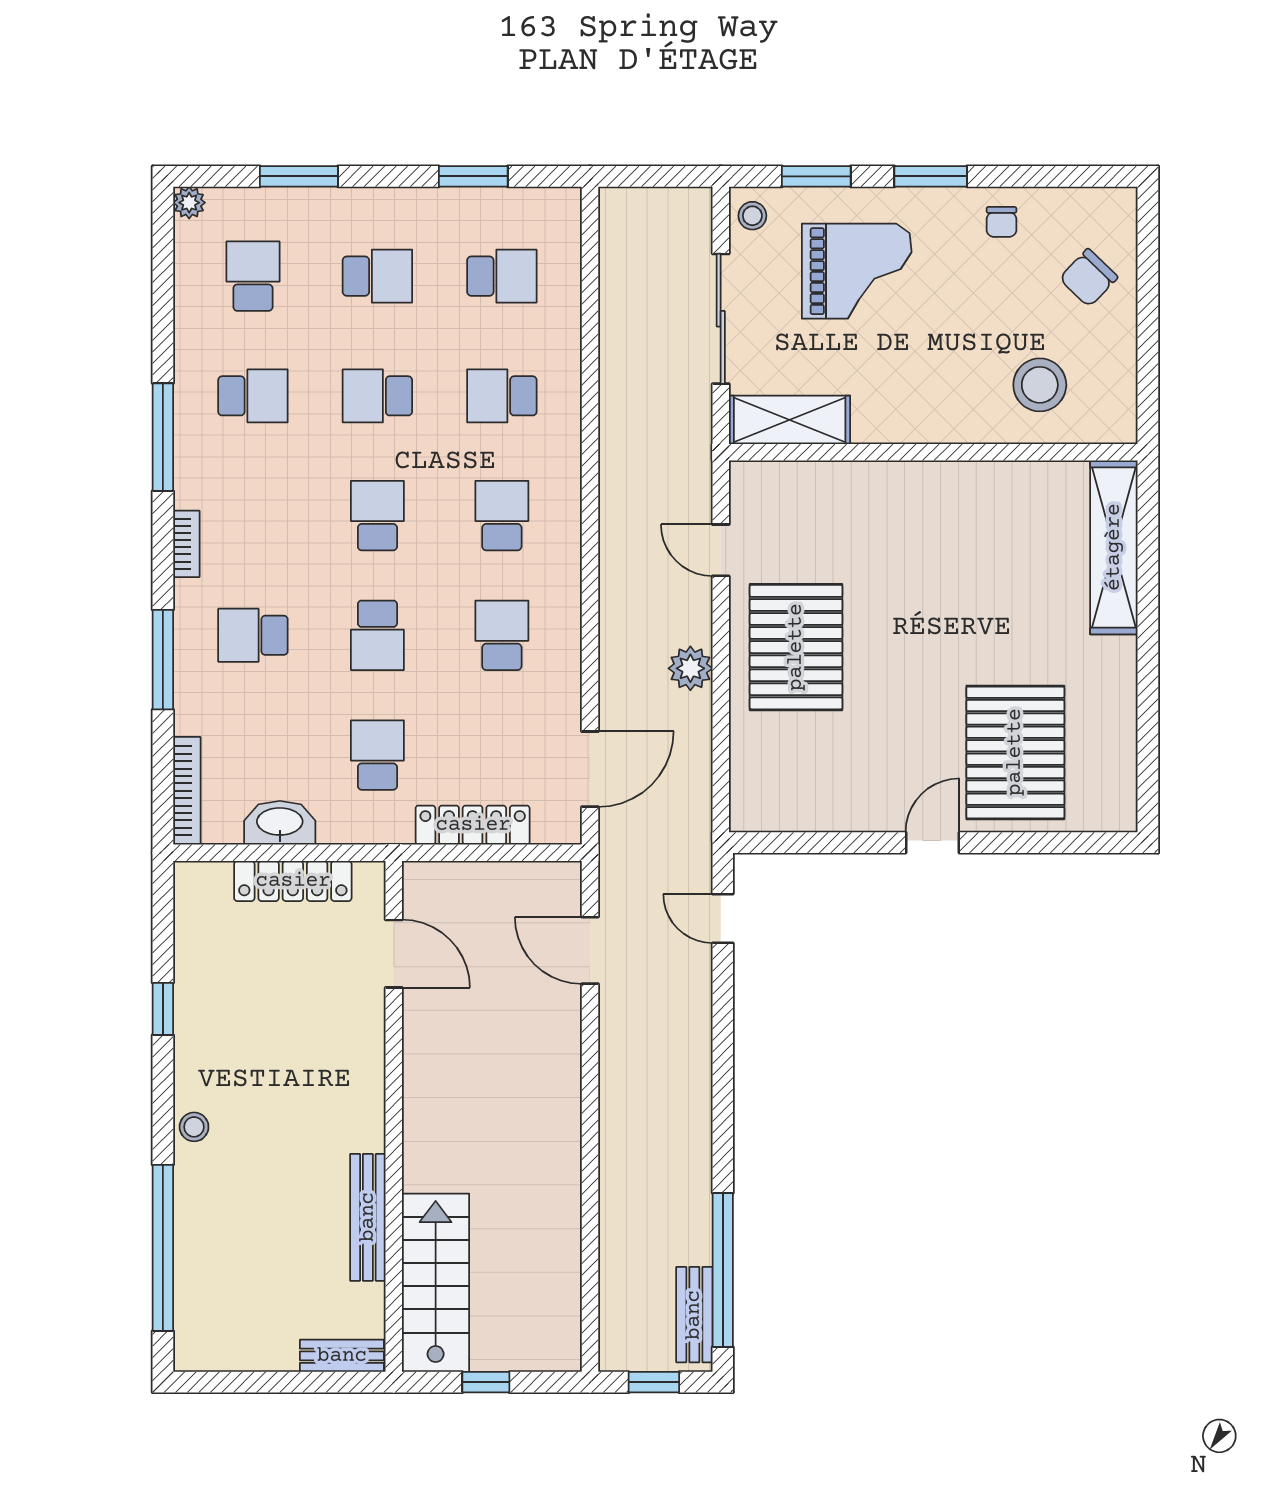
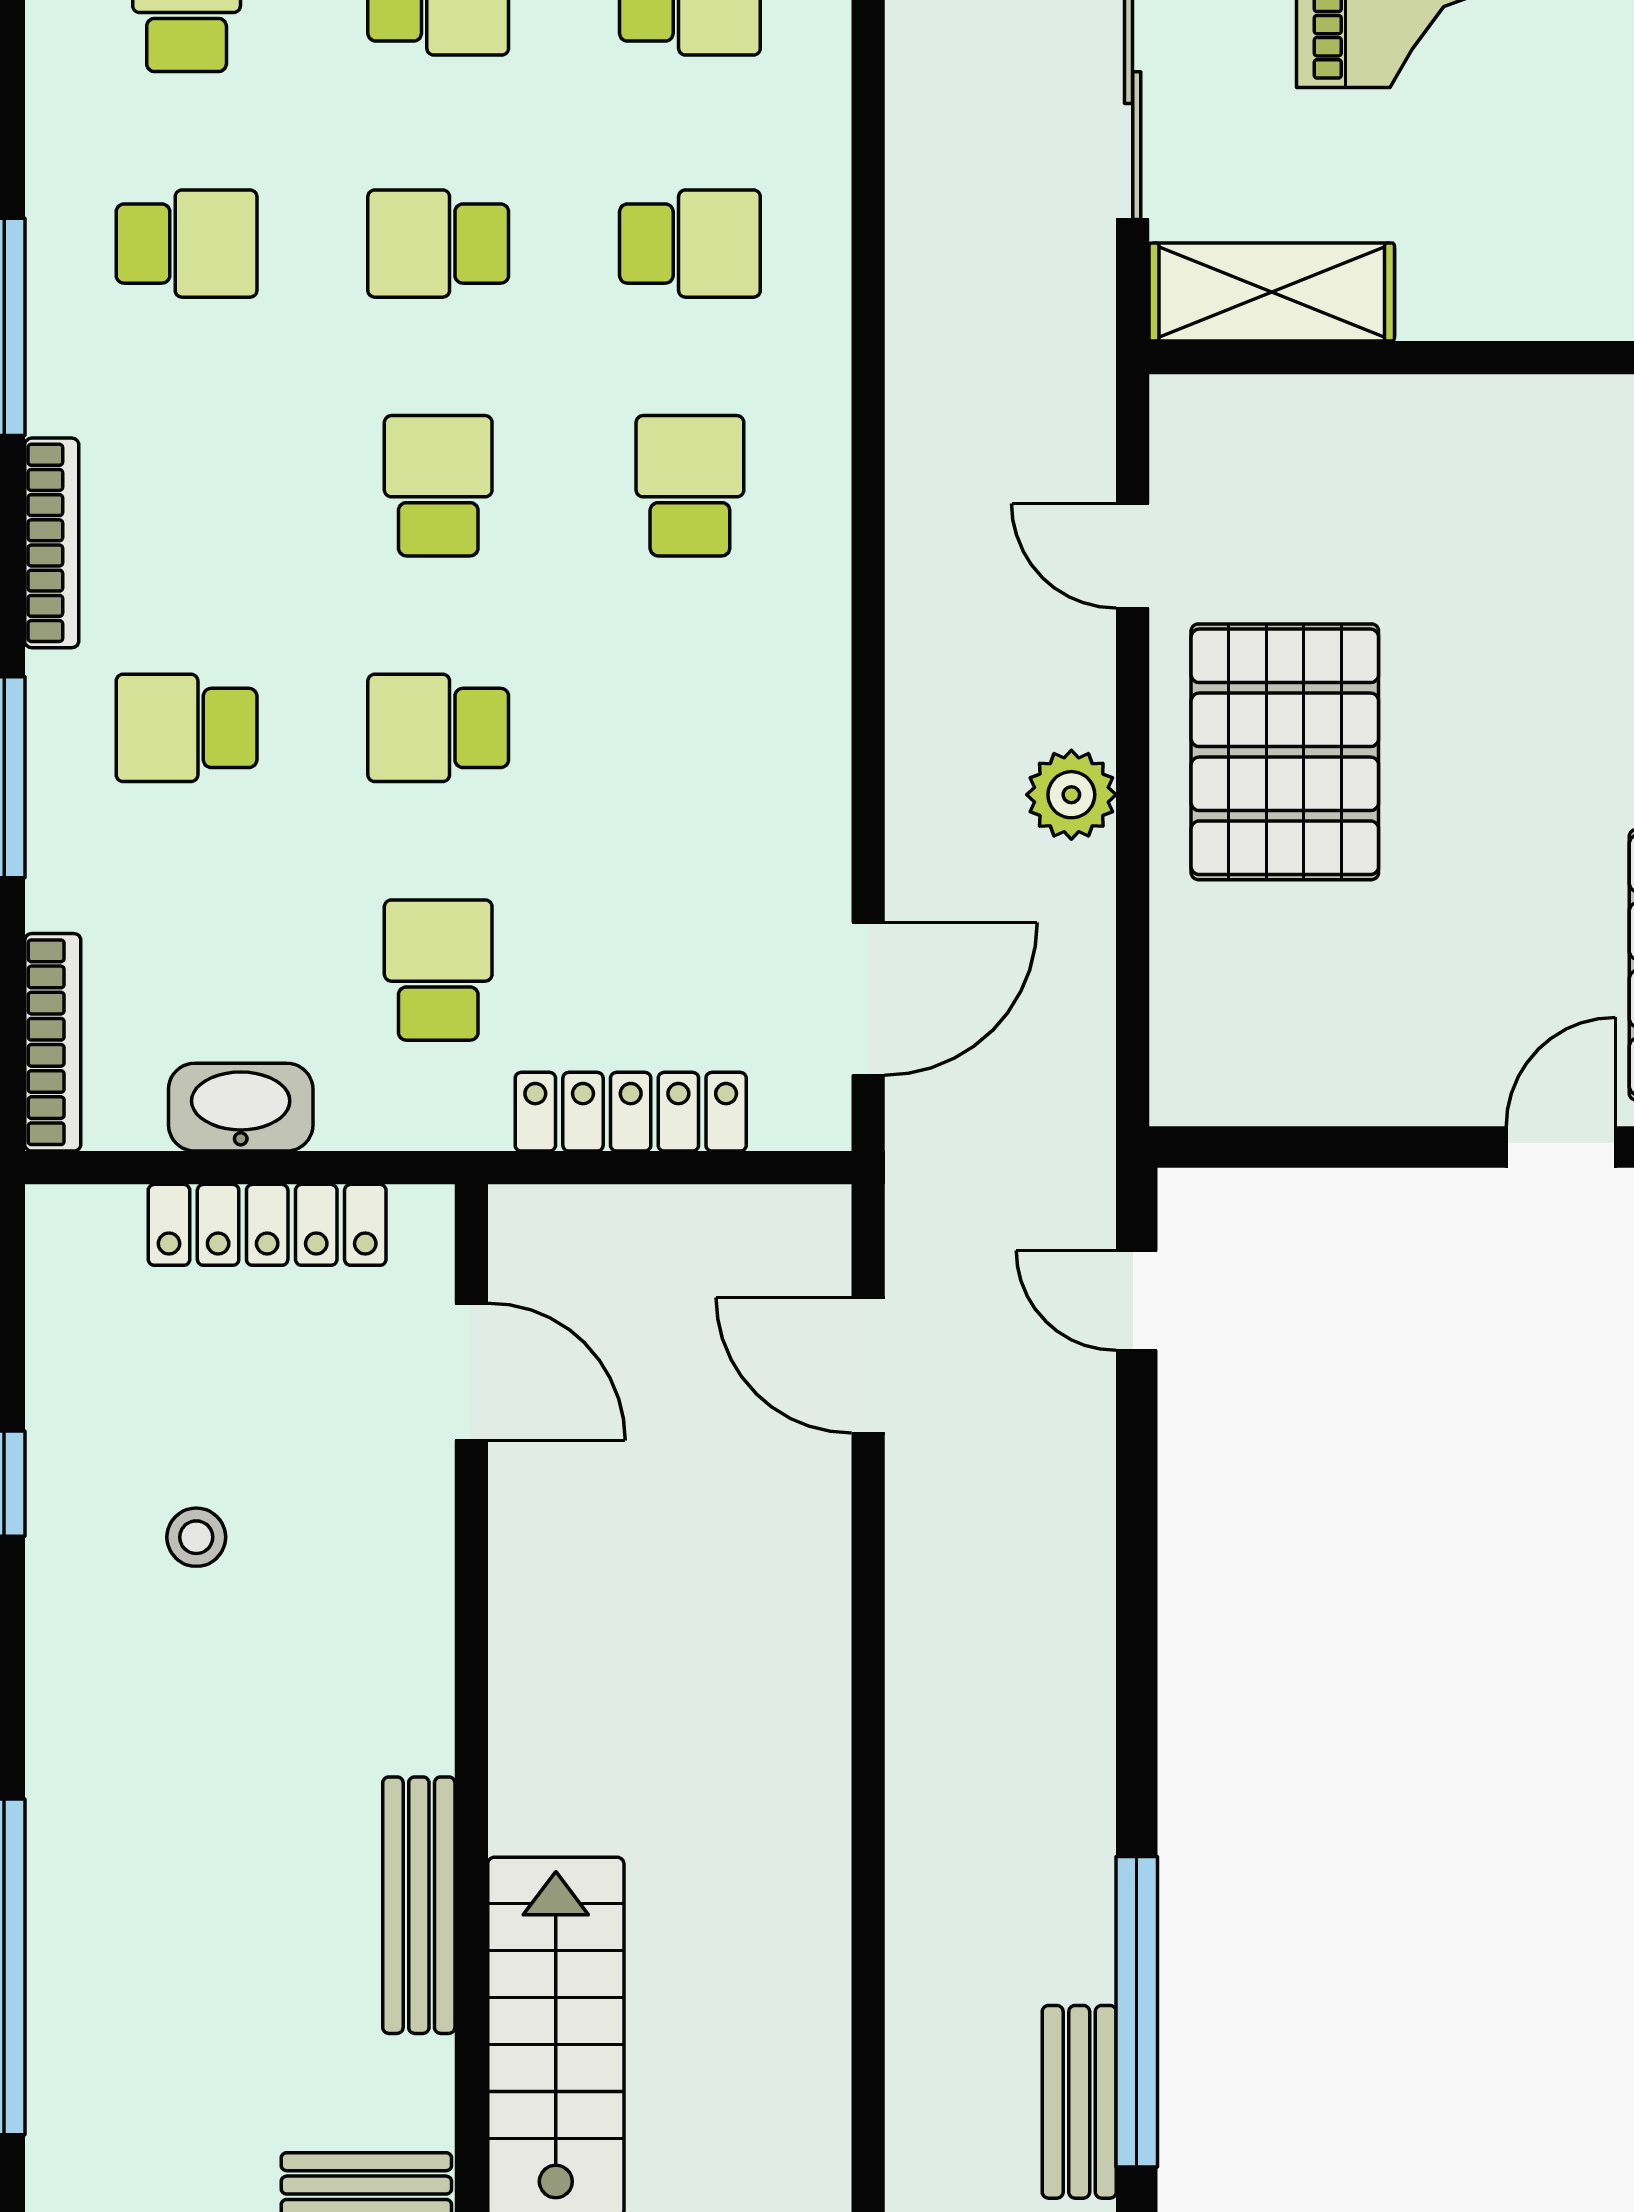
school desk: (502, 396) -> (690, 244), turned 180
bookcase: (186, 544) -> (52, 543), width x1.56
school desk: (377, 635) -> (438, 728), turned 90
school desk: (502, 635) -> (690, 728), removed
stool: (194, 1127) -> (196, 1537), moved

